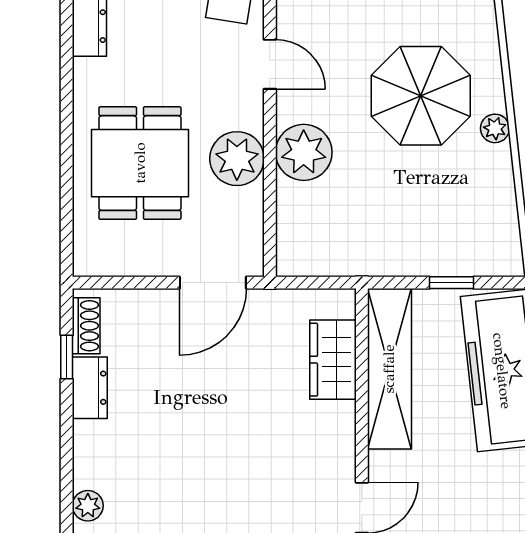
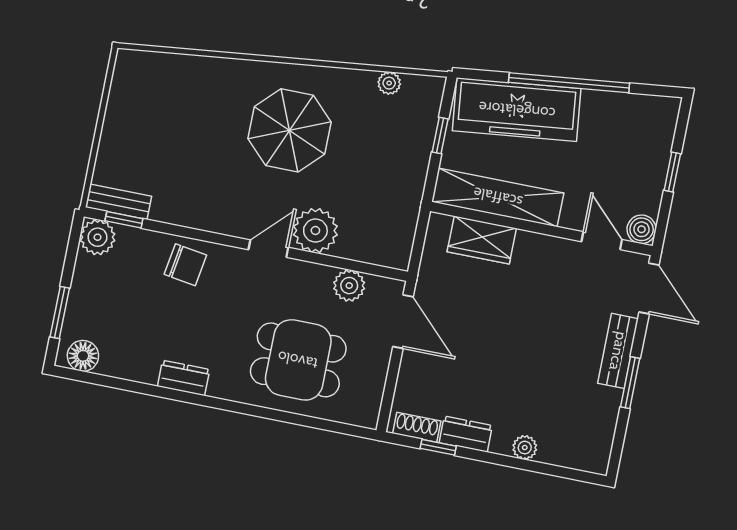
door: (270, 64) -> (268, 249), moved
plant: (495, 128) -> (389, 83), moved
plant: (237, 159) -> (349, 286), moved, width x0.73, depth x0.73
plant: (88, 506) -> (525, 448), moved

